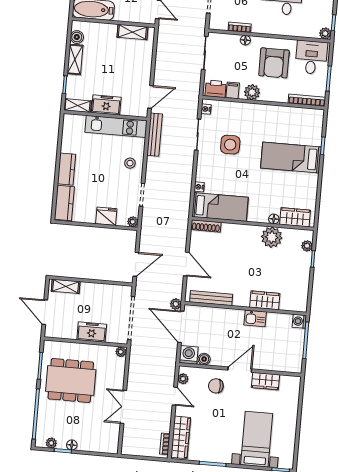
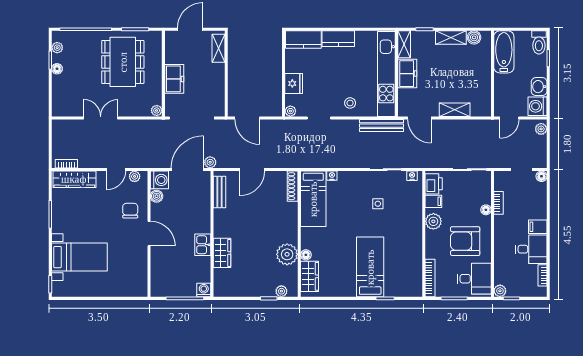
shelving: (132, 32) -> (455, 110), moved, turned 90
kitchen unit: (116, 126) -> (386, 74), width x1.36
side table: (230, 145) -> (378, 204), width x0.54, depth x0.54
bench: (211, 298) -> (219, 192), width x0.73
wardrobe: (266, 381) -> (140, 261), removed

